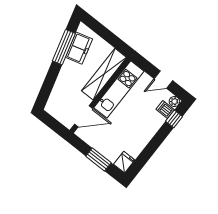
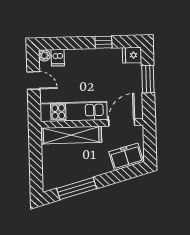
freezer: (79, 48) -> (126, 157), moved
door: (84, 116) -> (122, 122), hinge flipped
window: (174, 119) -> (103, 42), moved

